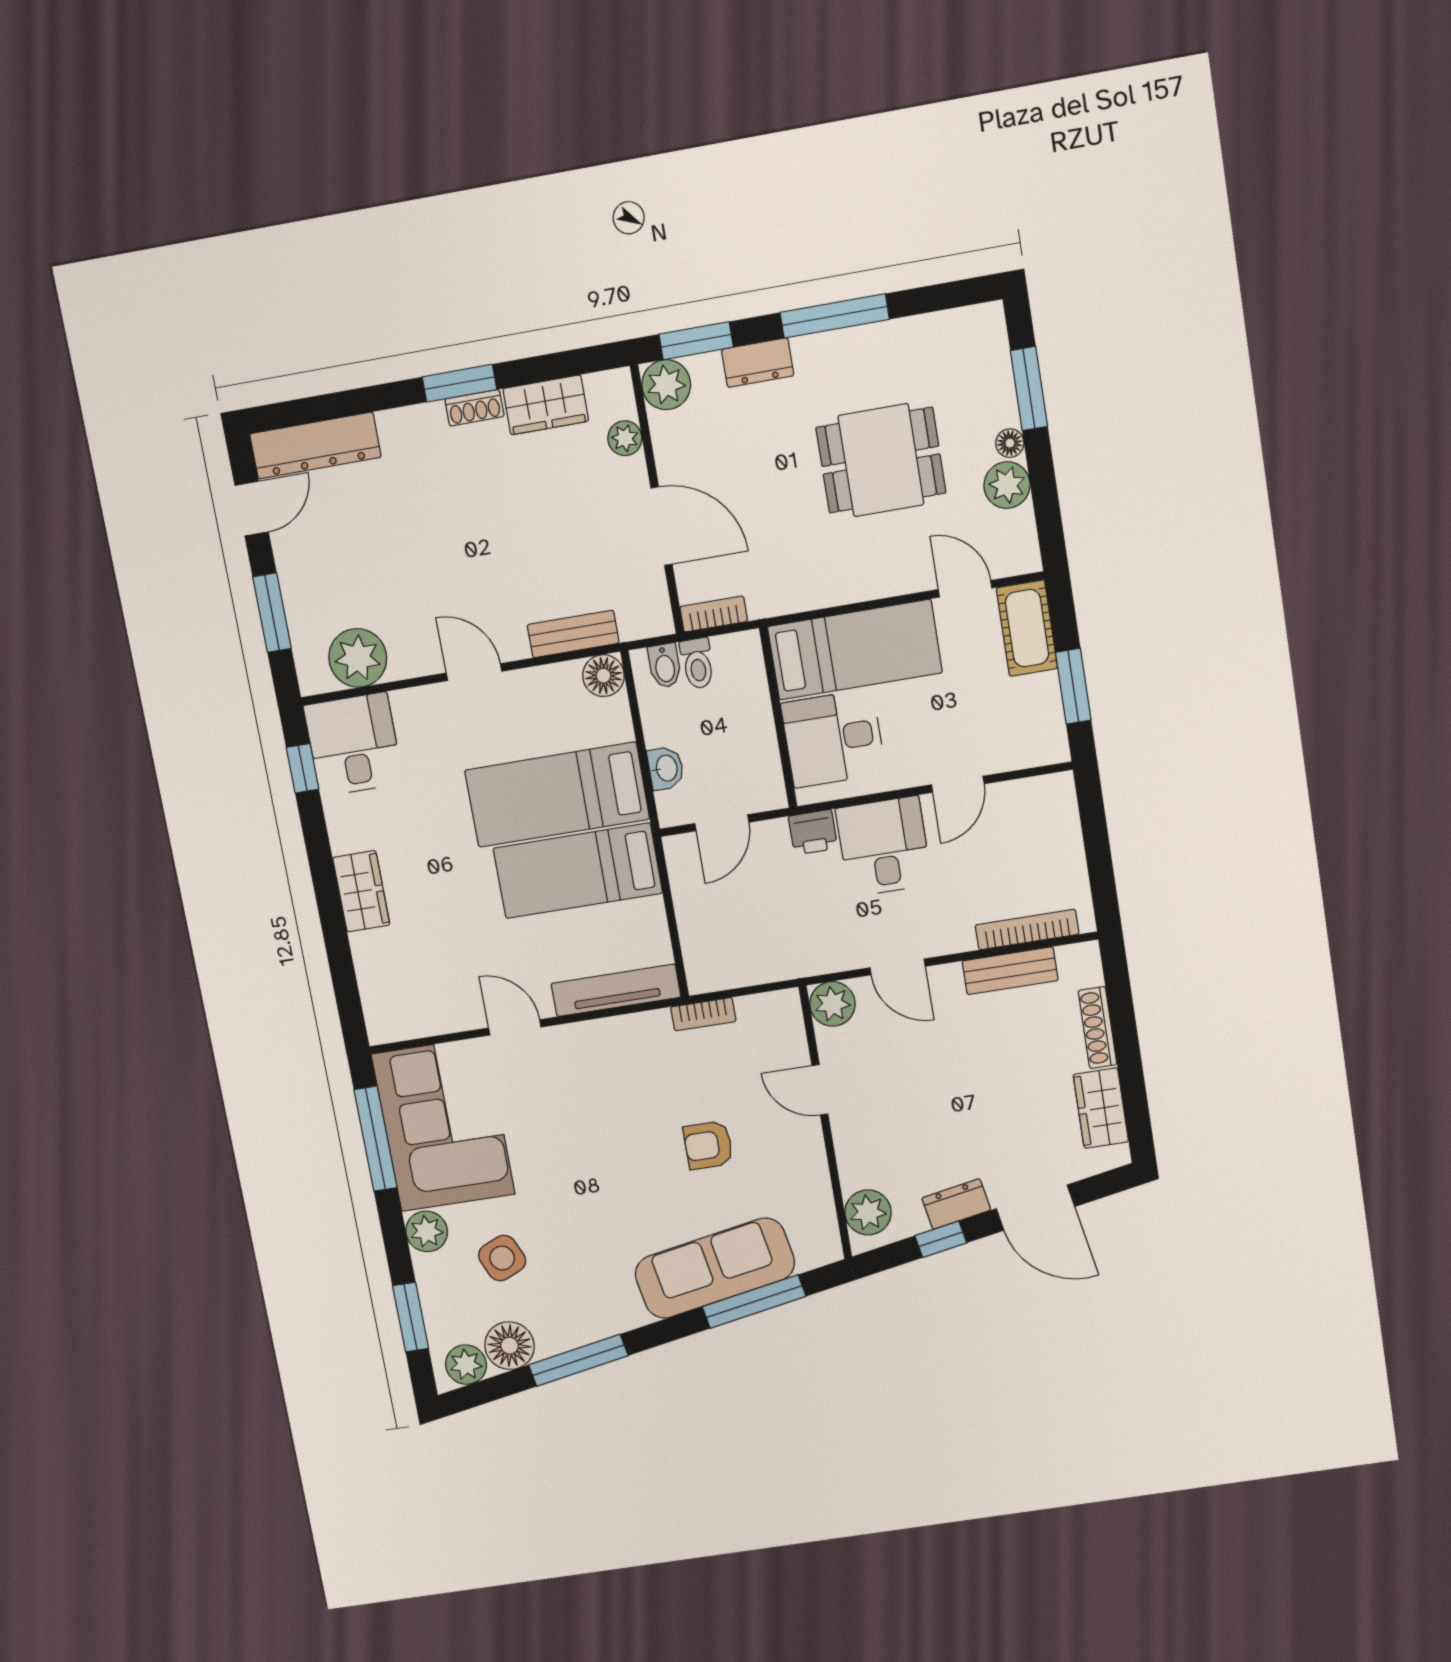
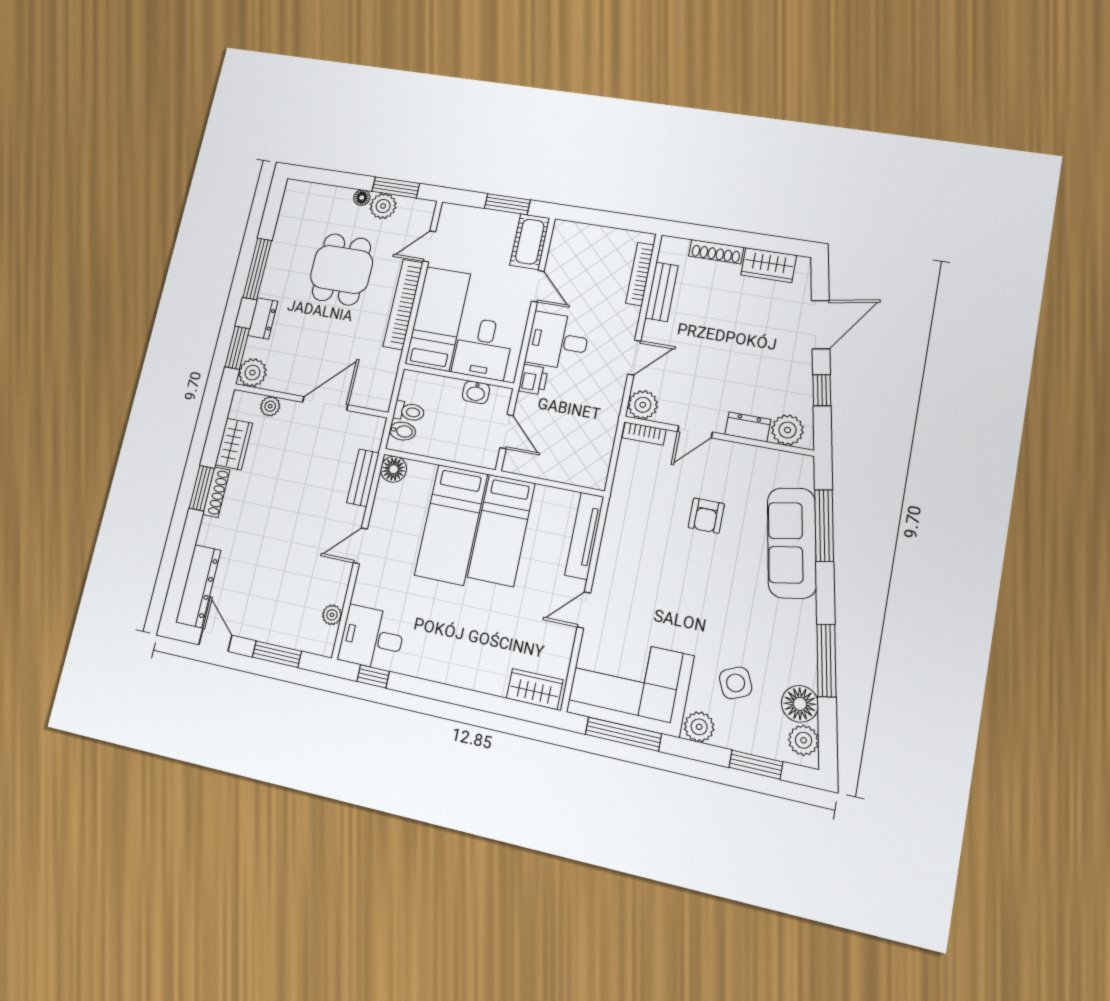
window: (1029, 389) -> (396, 187), moved
shoe rack: (474, 408) -> (216, 492), width x1.43
bookcase: (714, 614) -> (403, 304), moved, width x2.31, depth x1.31
cot: (1027, 628) -> (530, 242), moved, turned 90
plant: (358, 658) -> (332, 615), width x0.53, depth x0.53
washbasin: (666, 768) -> (476, 392), moved, turned 180
wardrobe: (361, 891) -> (535, 689), moved
bookcase: (703, 1014) -> (644, 434), moved, turned 90
dresser: (956, 1204) -> (748, 427), moved, turned 100

